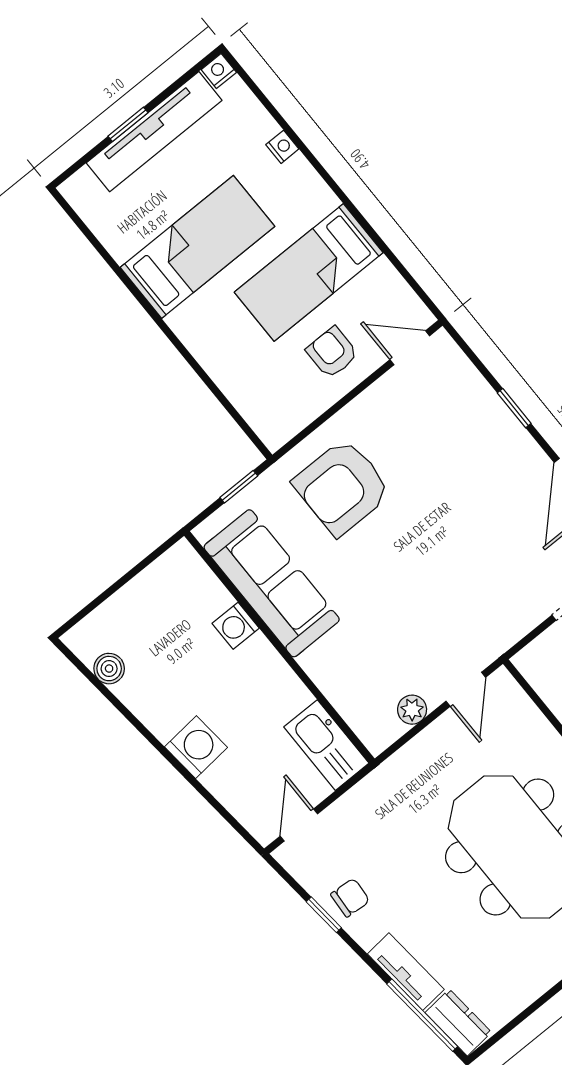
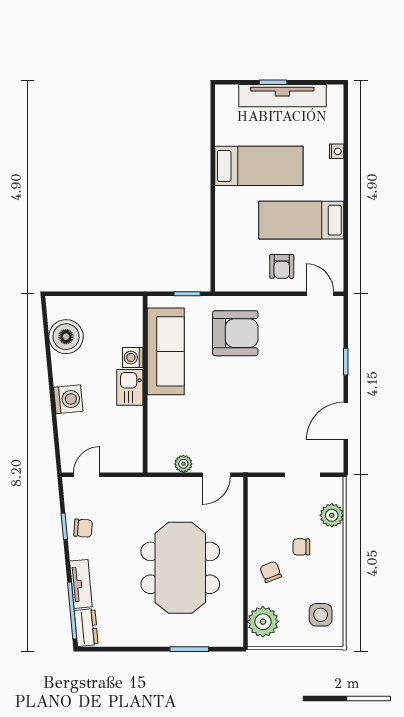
nightstand: (219, 71) -> (336, 92), removed
armchair: (332, 352) -> (282, 266), turned 180
armchair: (342, 487) -> (235, 333), turned 180
boiler: (109, 669) -> (66, 337), width x1.86, depth x1.86
kitchen sink: (326, 745) -> (130, 387), moved, width x0.73

